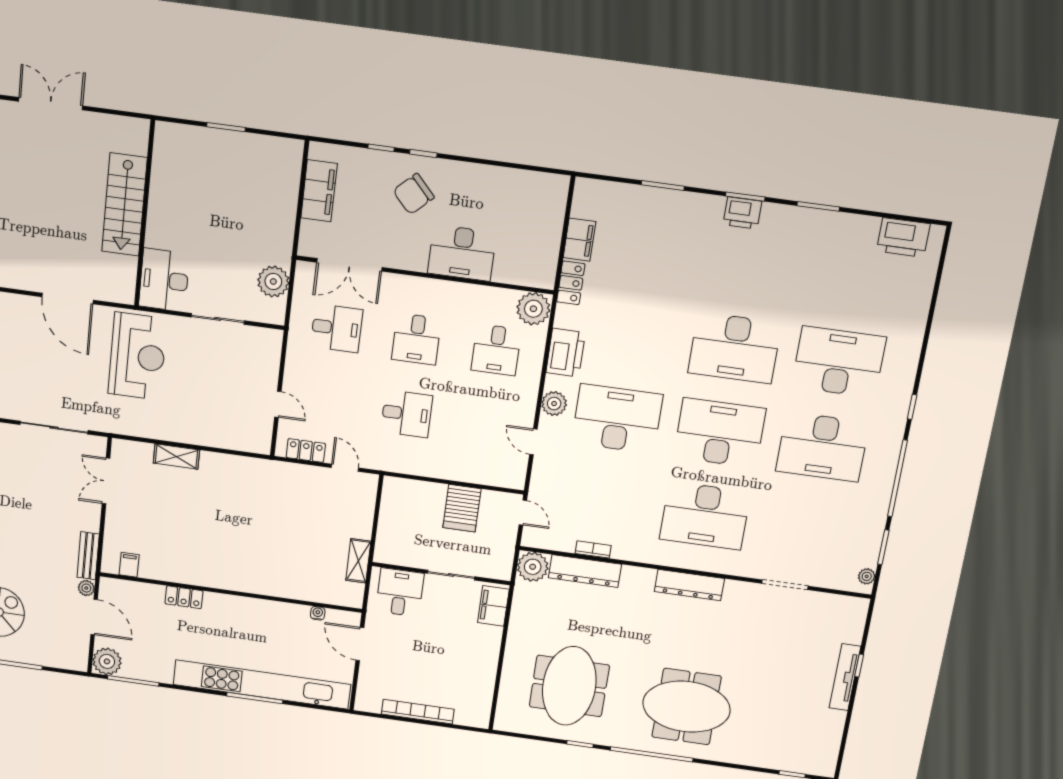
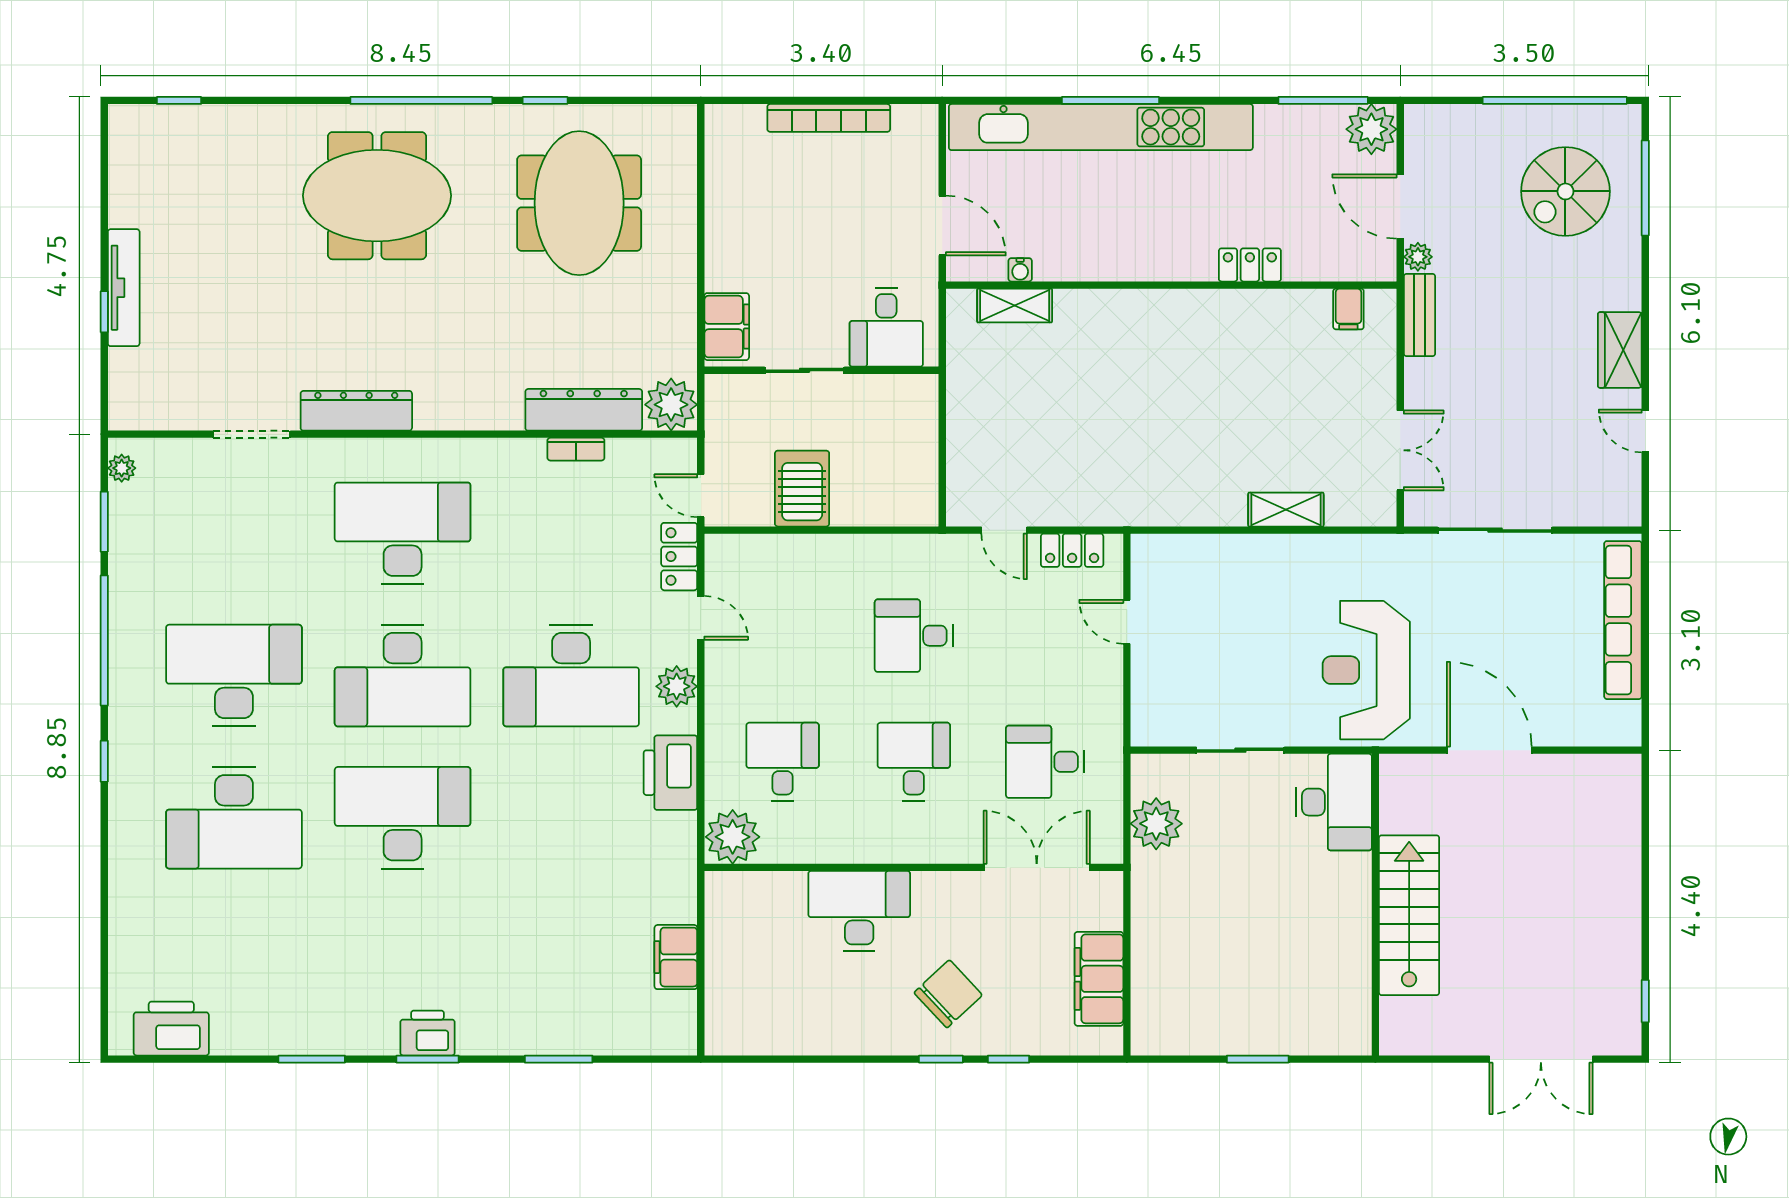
locker: (571, 283) -> (679, 557), moved
shelving: (358, 561) -> (1015, 305), moved, turned 90
dresser: (689, 585) -> (356, 411), moved

